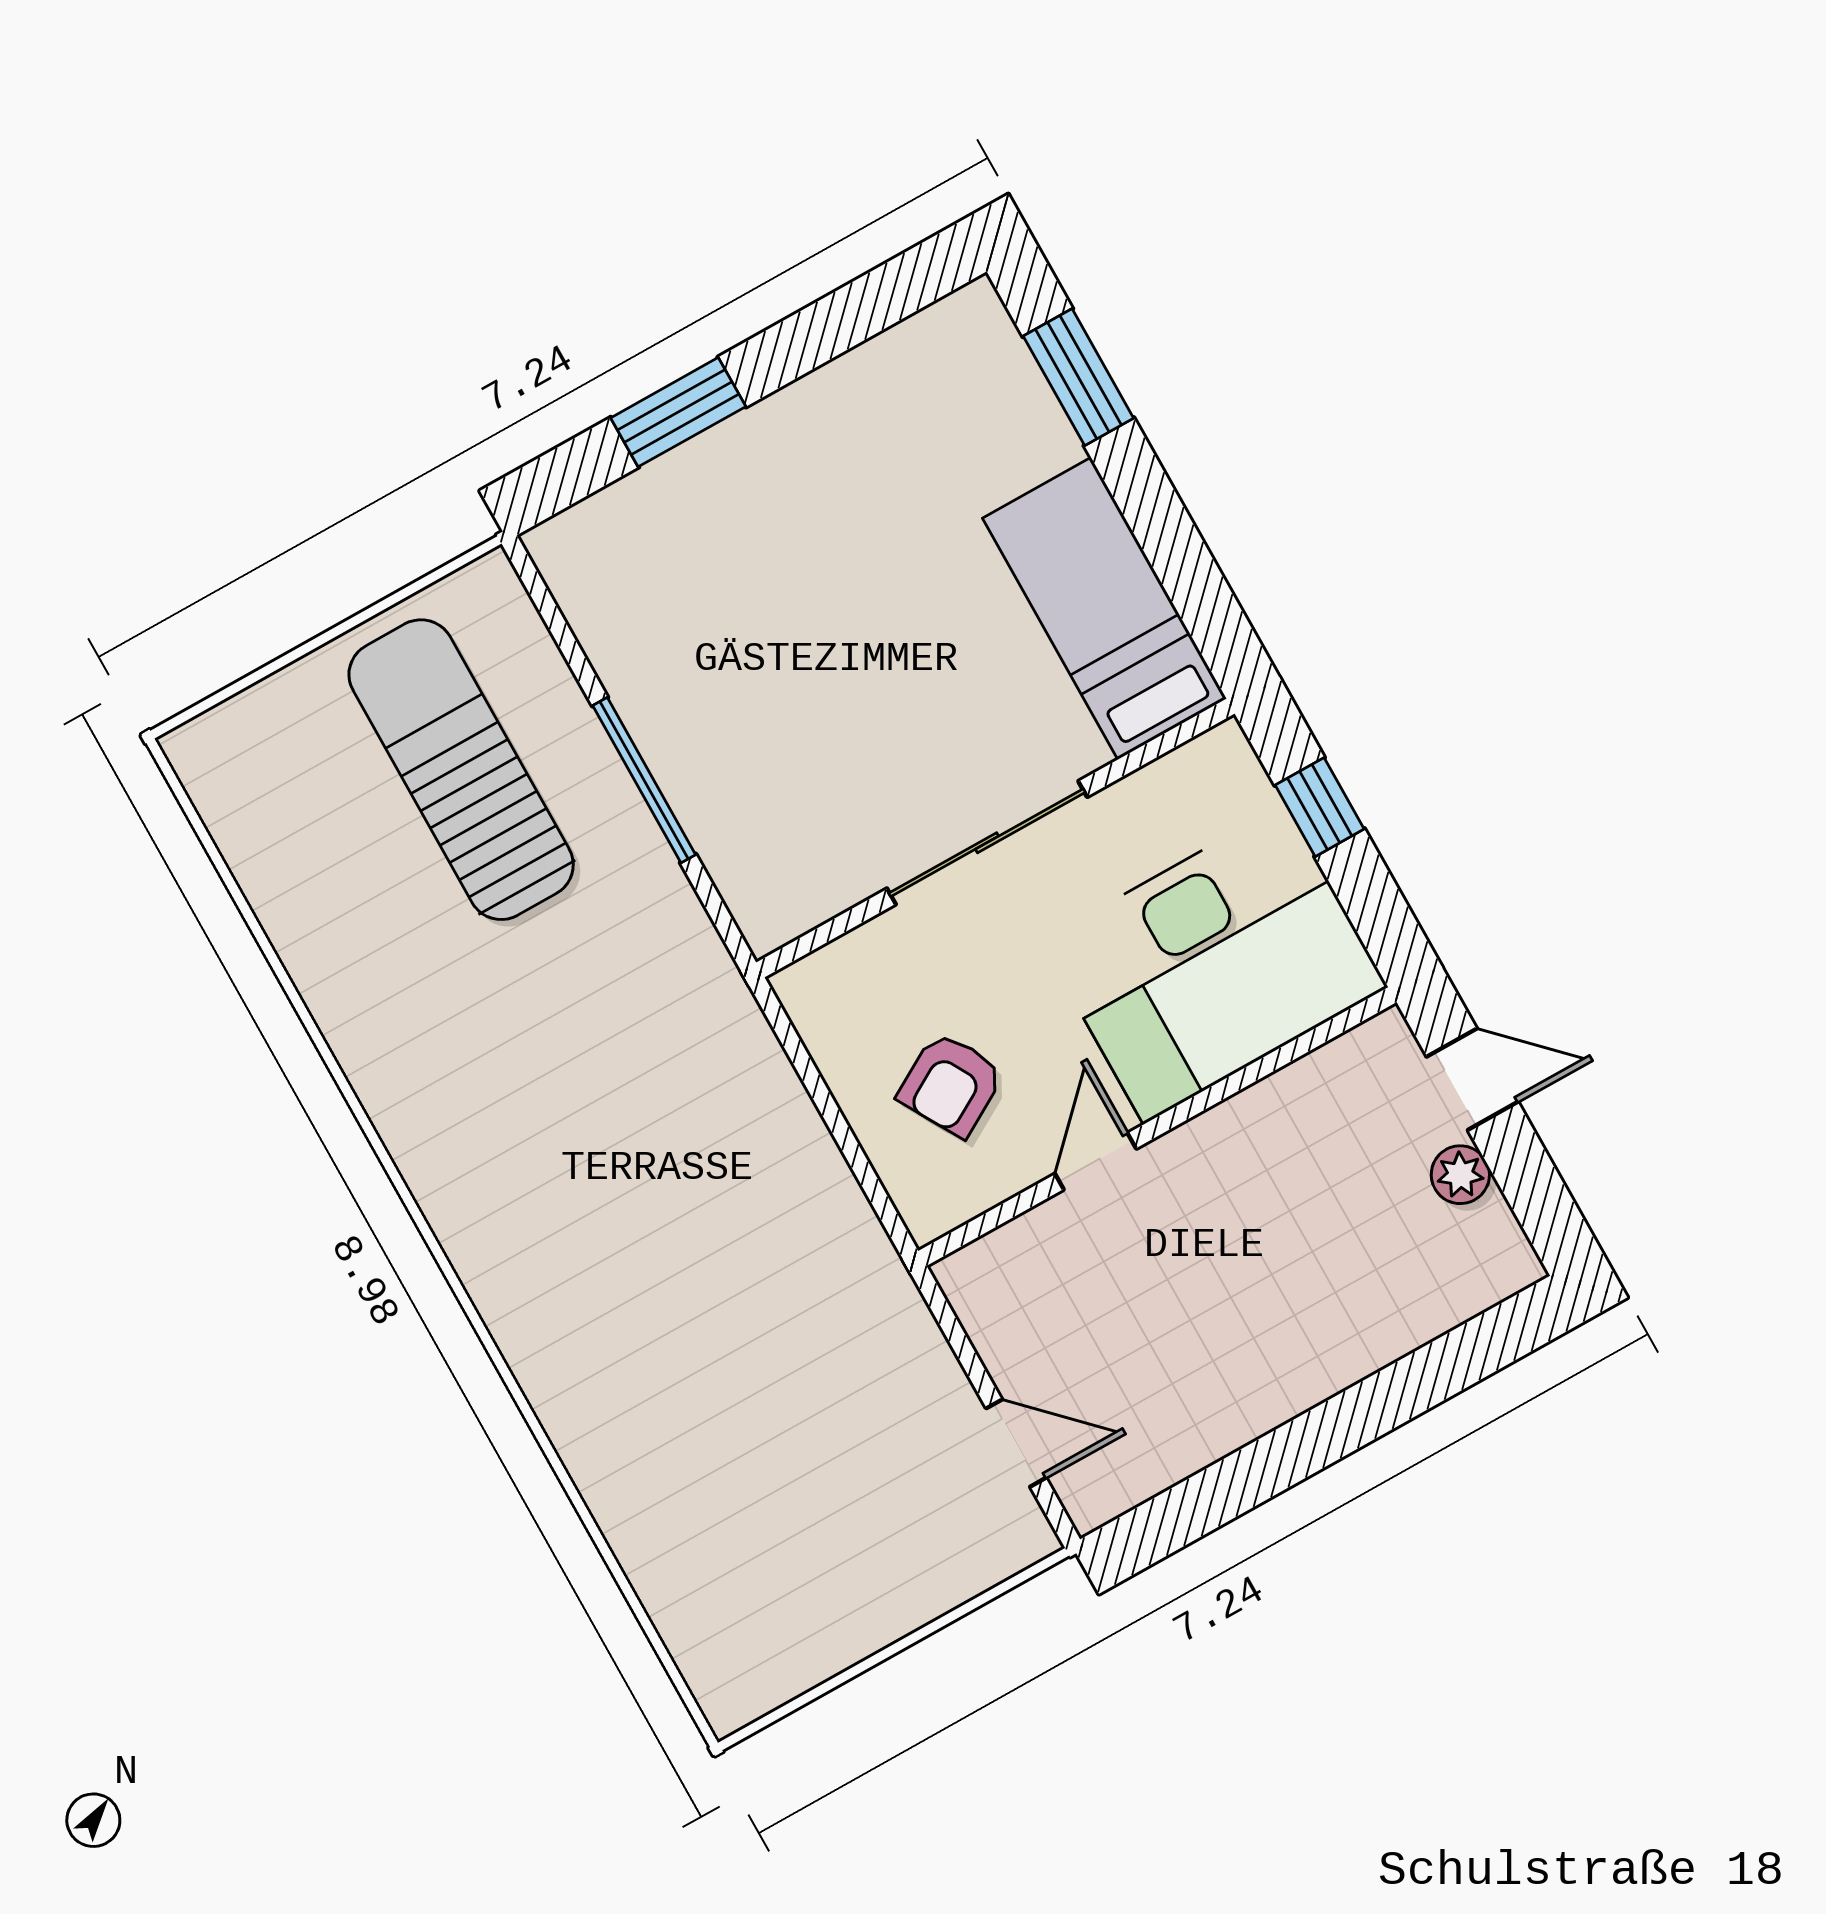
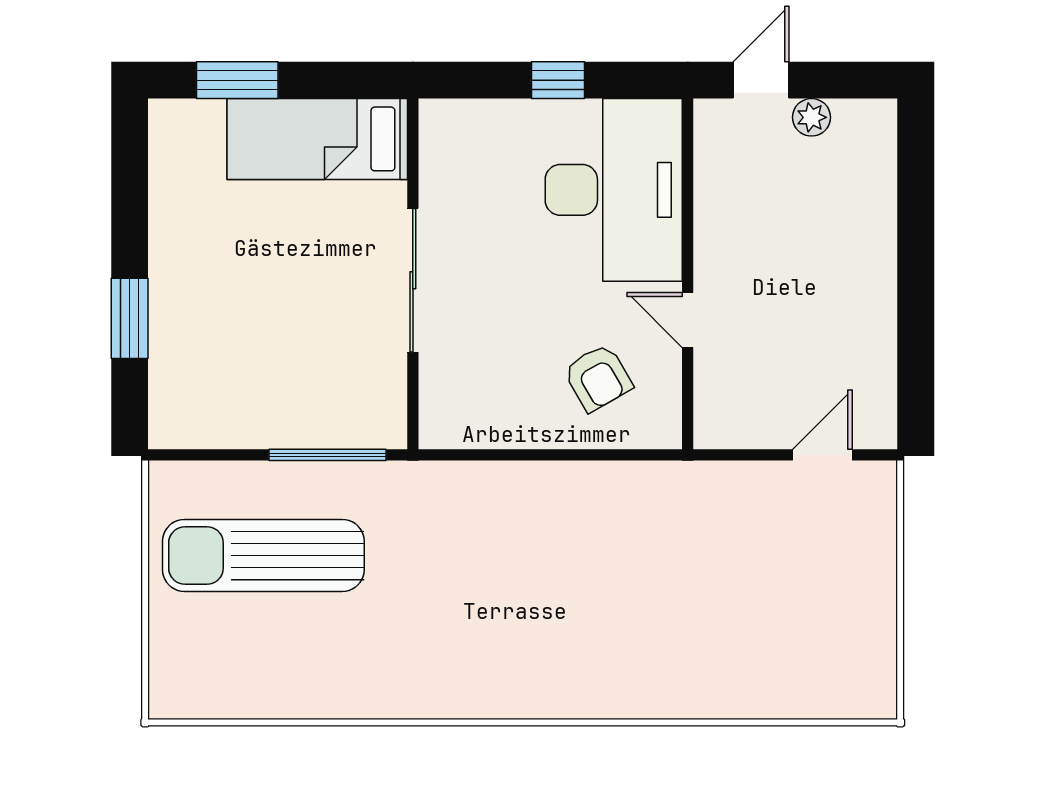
bed: (1104, 608) -> (317, 139), moved
wall: (995, 838) -> (413, 274), moved
sliding door: (987, 843) -> (413, 280), moved

